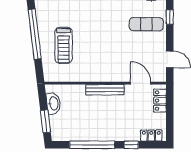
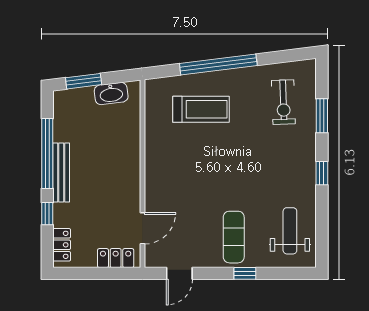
treadmill: (64, 45) -> (201, 109), turned 180
bench: (105, 90) -> (61, 172), moved

